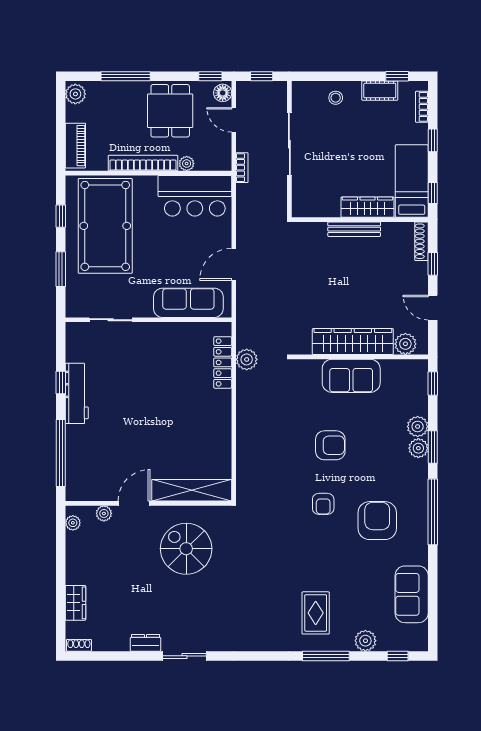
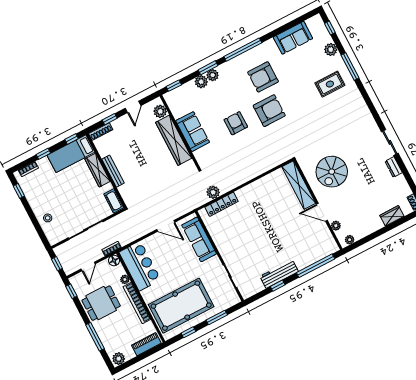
cot: (380, 91) -> (114, 201), moved
floor lamp: (223, 93) -> (114, 261), moved
armchair: (323, 504) -> (269, 111), width x1.88, depth x1.88

